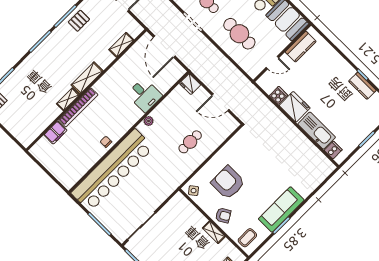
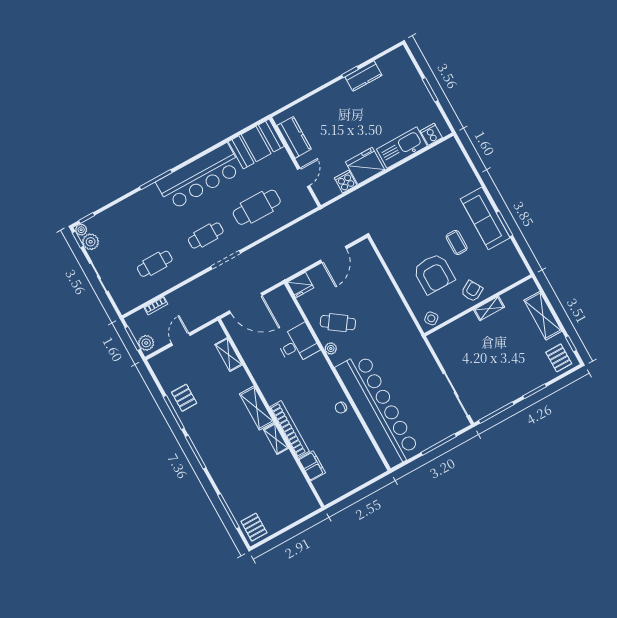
cafe table: (190, 142) -> (338, 323), moved, turned -55
armchair: (228, 183) -> (434, 274), turned -90
coffee table: (247, 238) -> (457, 242), moved

